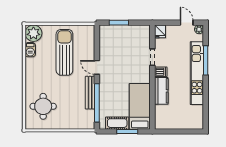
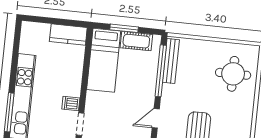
door: (97, 67) -> (156, 118), swing flipped
kitchen counter: (161, 91) -> (68, 35), moved, turned -90
bench: (90, 93) -> (171, 61), moved

